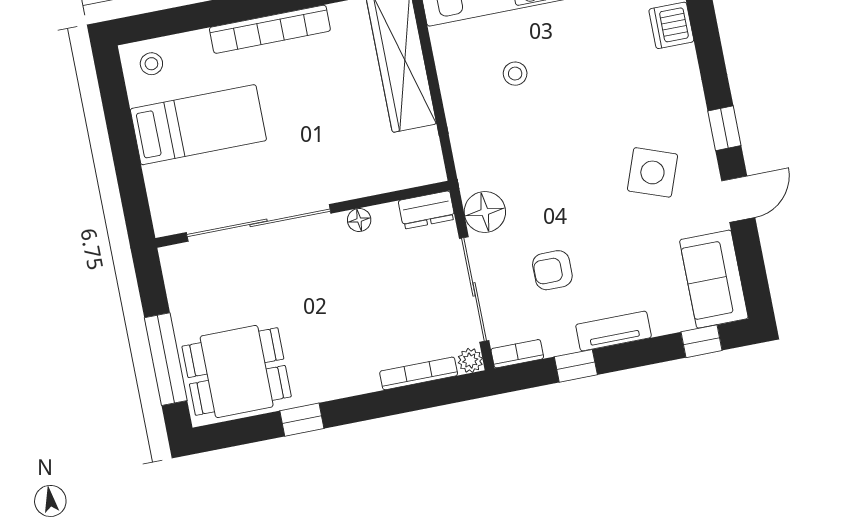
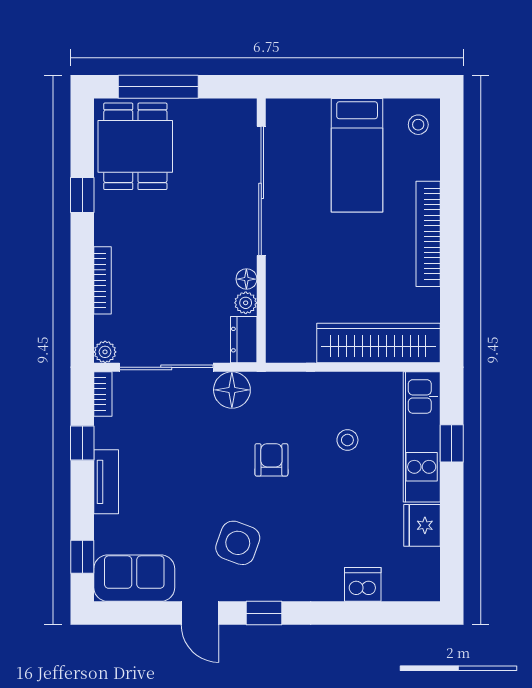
plant: (386, 216) -> (246, 303), added
armchair: (552, 270) -> (271, 460), moved
bookcase: (419, 373) -> (103, 280), moved

